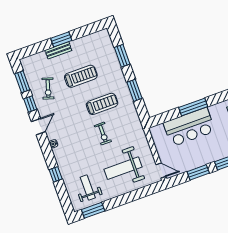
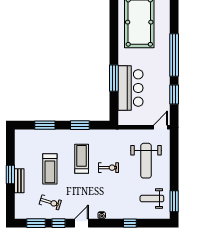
treadmill: (81, 76) -> (50, 169), turned 180
door: (38, 127) -> (81, 223), hinge flipped

